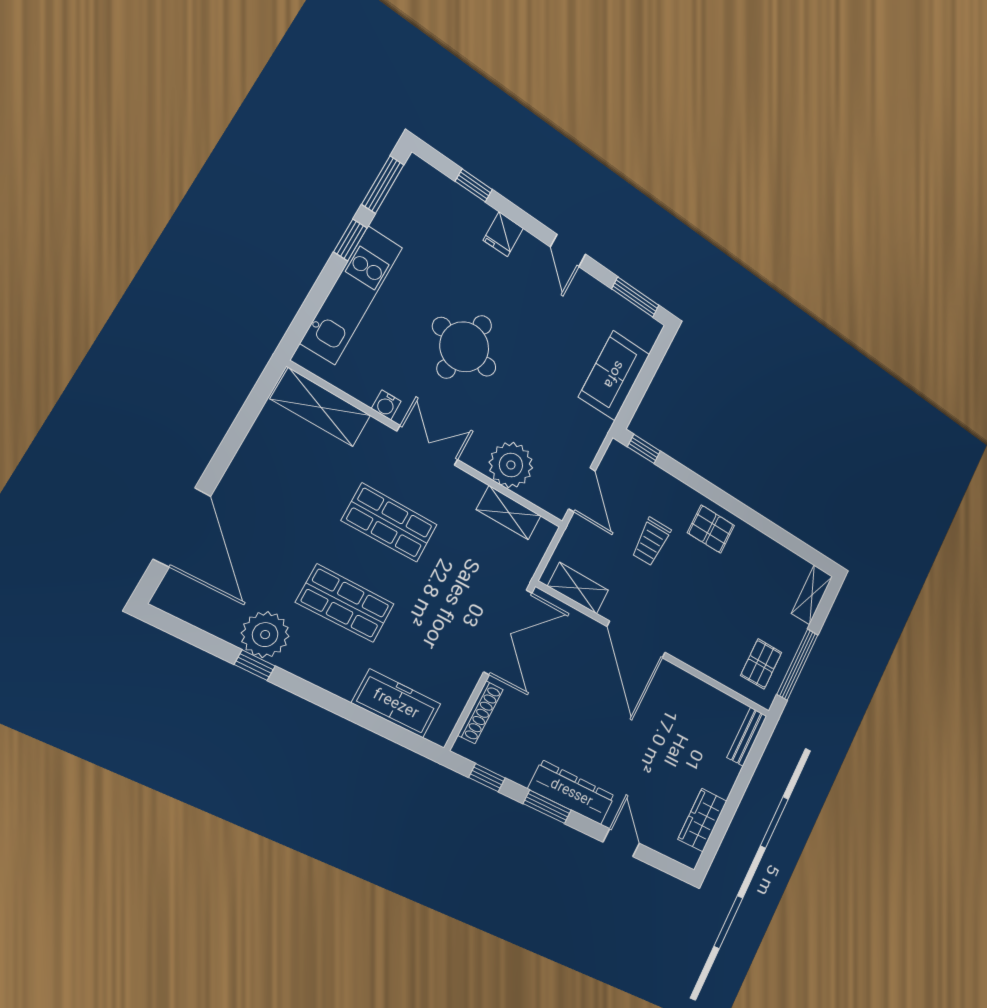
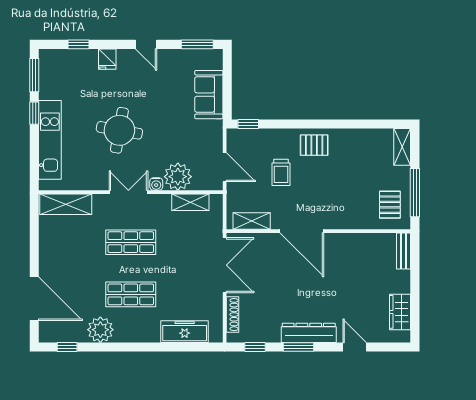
water cooler: (386, 405) -> (156, 184), moved
window: (255, 665) -> (67, 347), moved

